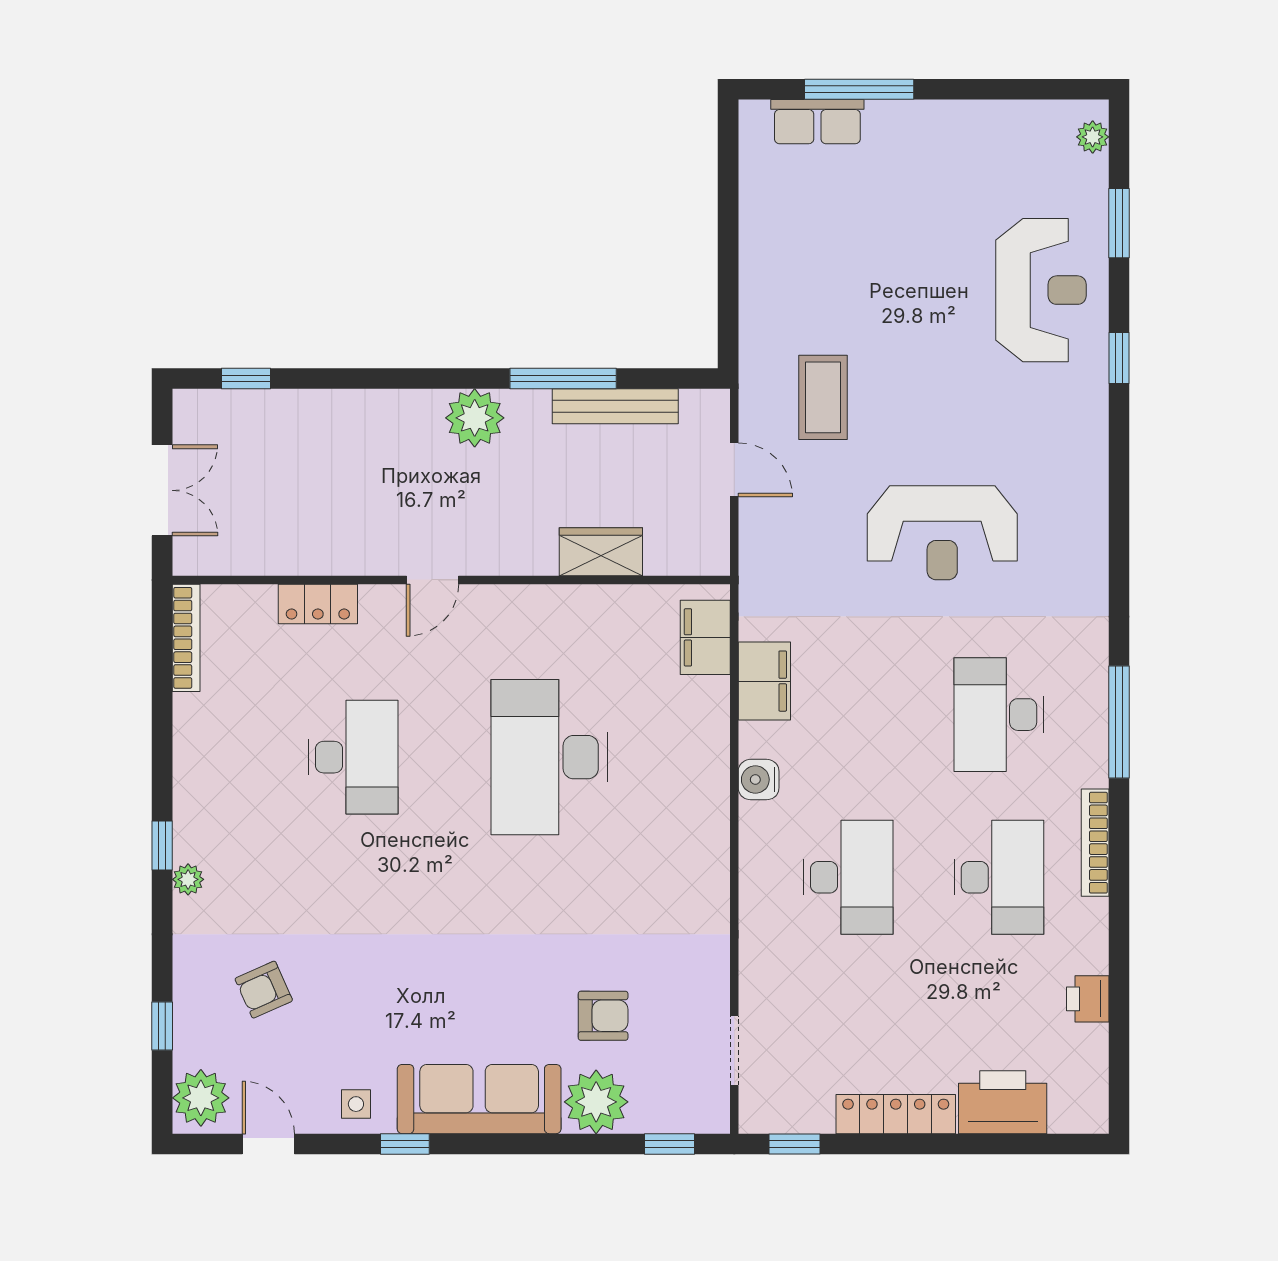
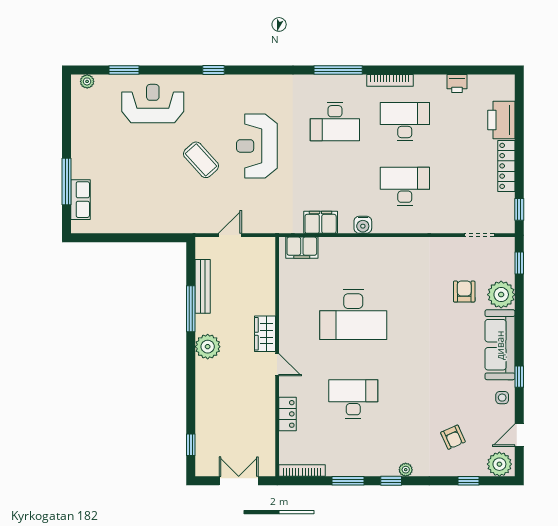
window: (1119, 358) -> (213, 70), moved
coffee table: (823, 397) -> (201, 160), moved, turned 48
reception desk: (942, 533) -> (257, 146), turned 180
wardrobe: (601, 552) -> (265, 334), moved
window: (162, 745) -> (348, 481), added

